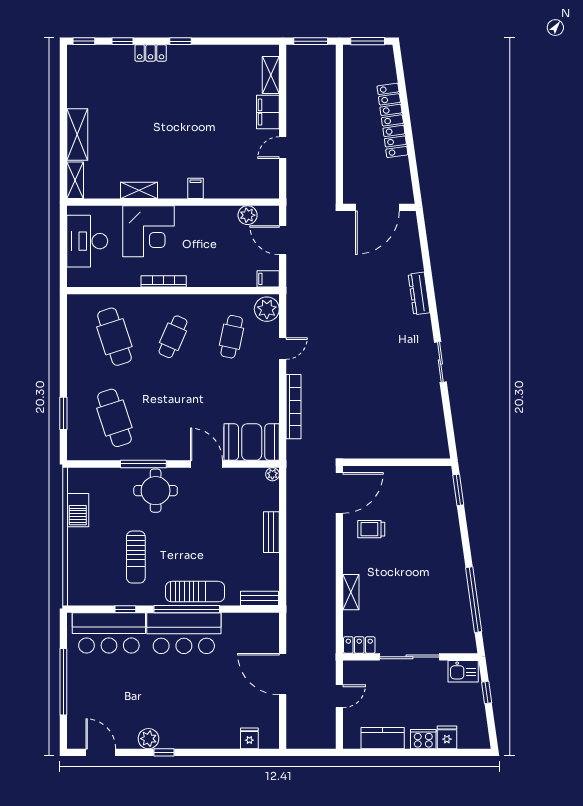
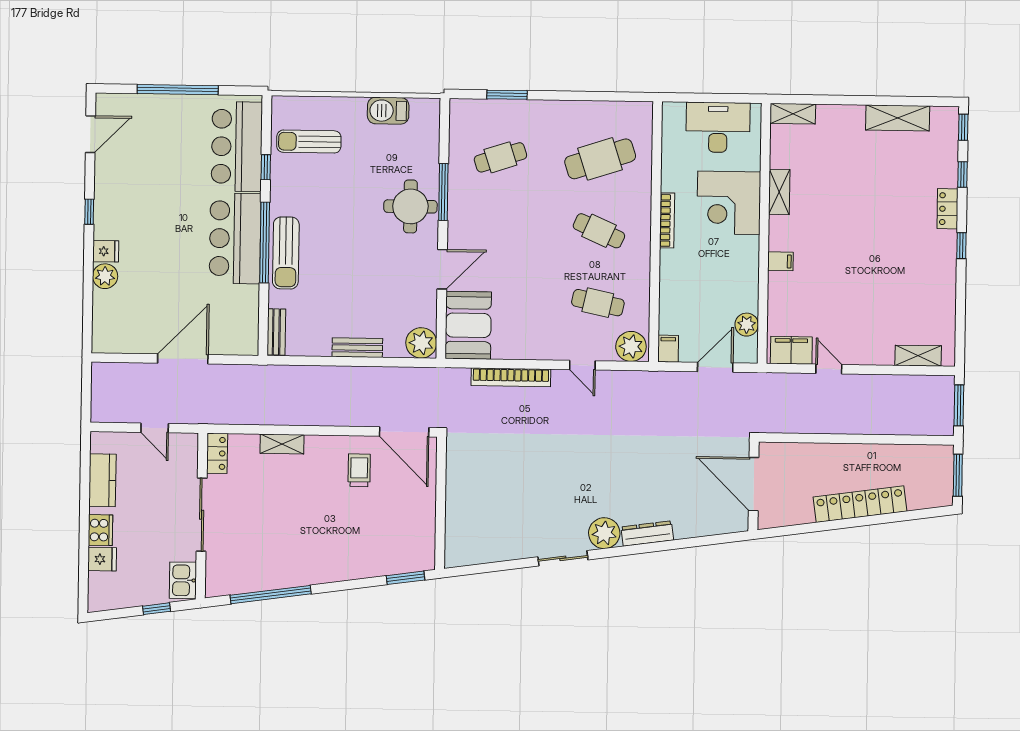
filing cabinet: (268, 112) -> (791, 350), moved
shelving: (77, 135) -> (898, 118), moved
plant: (419, 329) -> (604, 533), added
cafe table: (114, 418) -> (500, 157), width x0.73, depth x0.74
plant: (272, 474) -> (421, 343), width x1.88, depth x1.88
sun lounger: (136, 557) -> (309, 142), moved
fridge: (249, 738) -> (106, 251), moved
plant: (148, 739) -> (105, 276), moved

